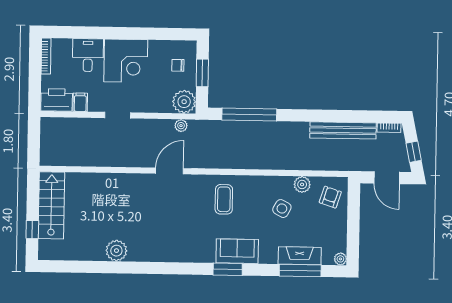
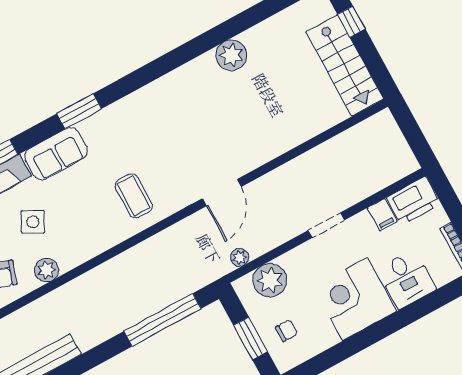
plant: (184, 102) -> (270, 280), moved
side table: (282, 209) -> (33, 222), moved
sofa: (237, 251) -> (56, 154), moved

